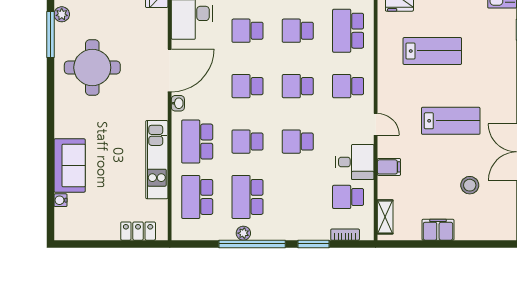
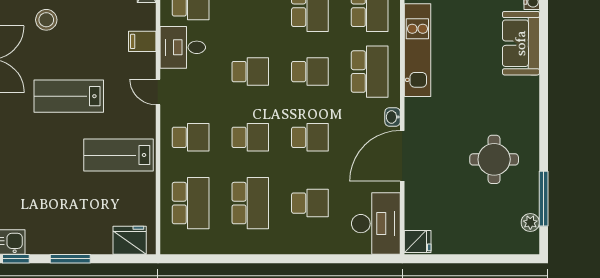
school desk: (298, 31) -> (250, 203), width x1.85
lab bench: (432, 51) -> (118, 155), moved
round table: (92, 68) -> (494, 159), width x0.73, depth x0.73

